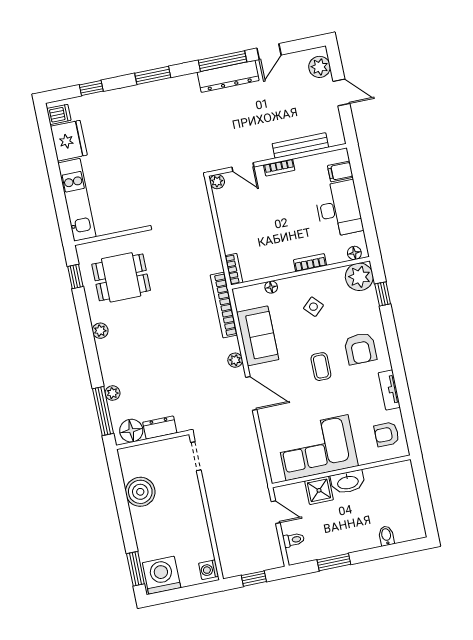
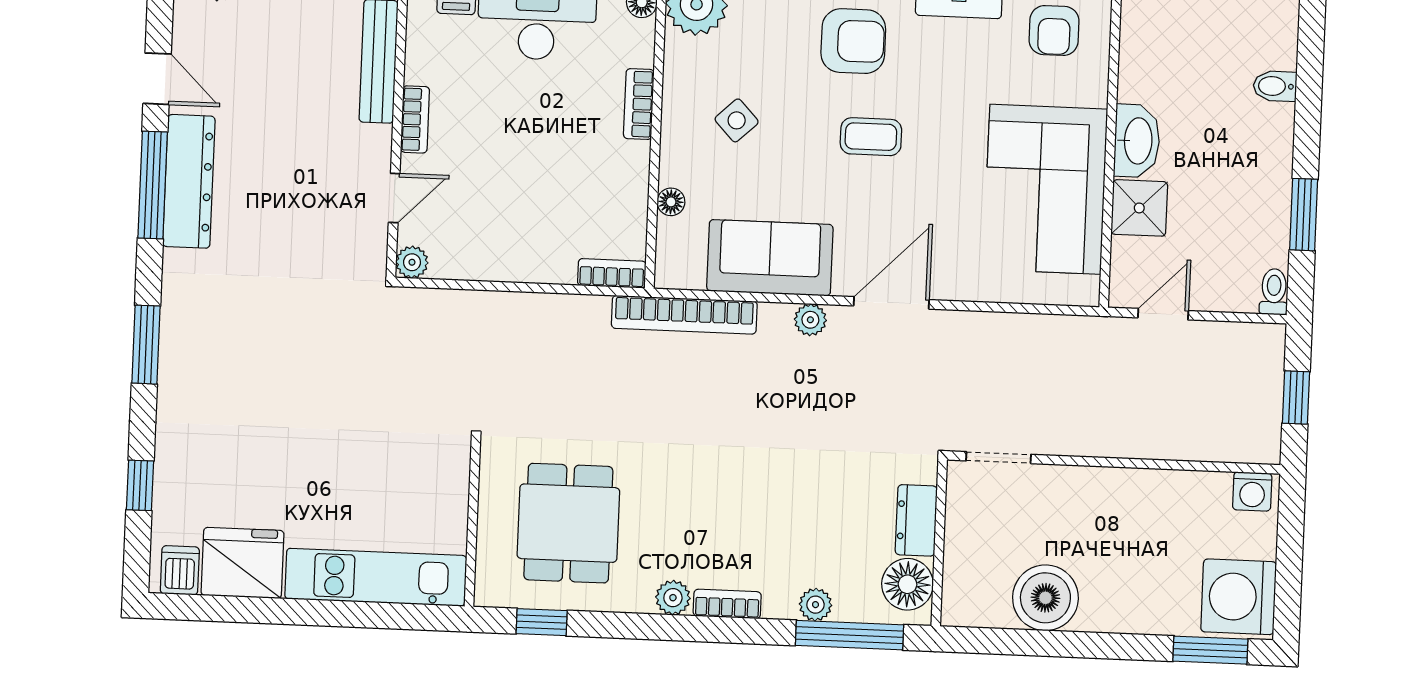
bookcase: (103, 355) -> (727, 604), added
toilet: (294, 540) -> (1274, 292), moved

